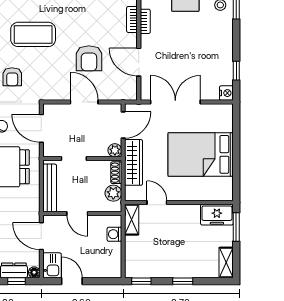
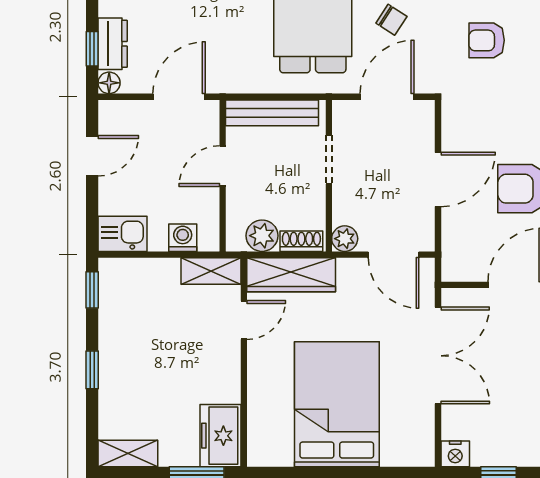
wardrobe: (134, 162) -> (291, 275), moved
kitchen sink: (52, 265) -> (123, 234), moved, turned 180

